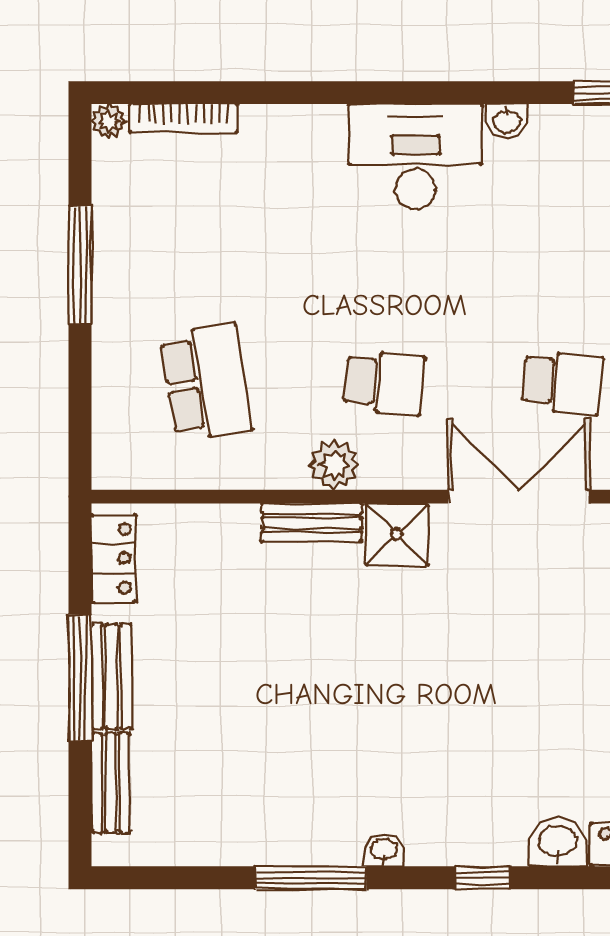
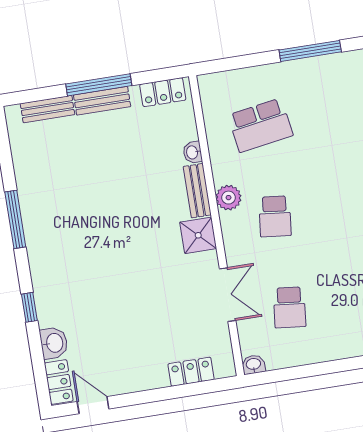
double door: (519, 497) -> (228, 295), width x0.73
washbasin: (384, 850) -> (193, 152), moved, turned 180

